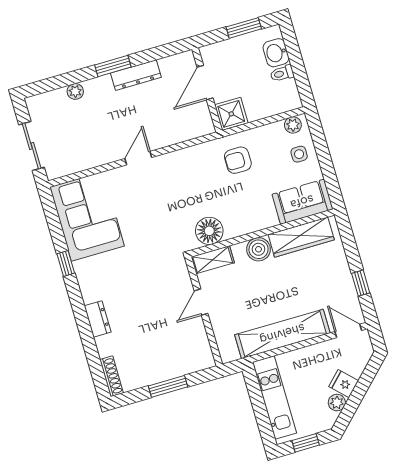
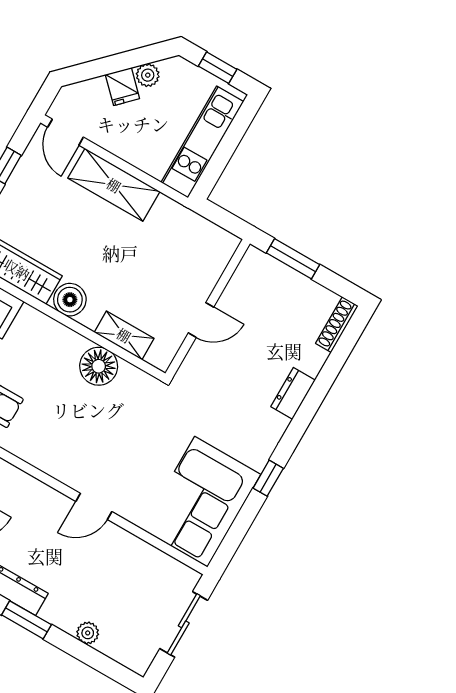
door: (201, 302) -> (201, 320), moved
wall: (204, 311) -> (208, 308), moved
shelving: (282, 334) -> (114, 185), width x0.68

